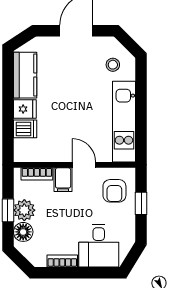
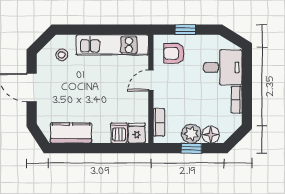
fridge: (25, 109) -> (137, 133), moved
filing cabinet: (63, 180) -> (164, 99), removed
armchair: (114, 191) -> (174, 53), turned 180

